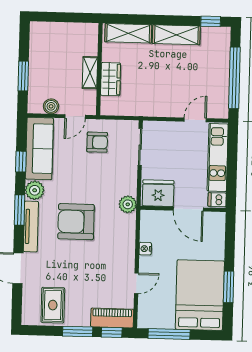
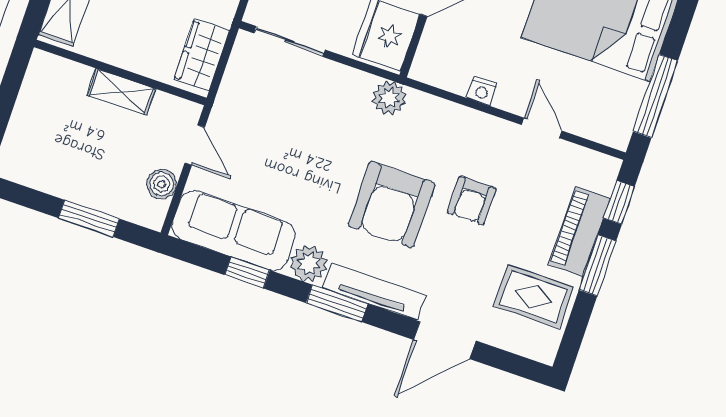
wardrobe: (111, 79) -> (202, 55), moved, turned -90
armchair: (97, 142) -> (472, 200), moved, turned 180
piano: (112, 318) -> (579, 231), moved

